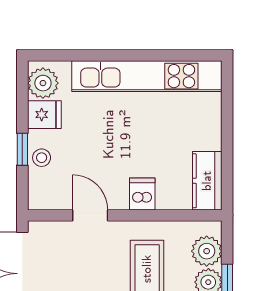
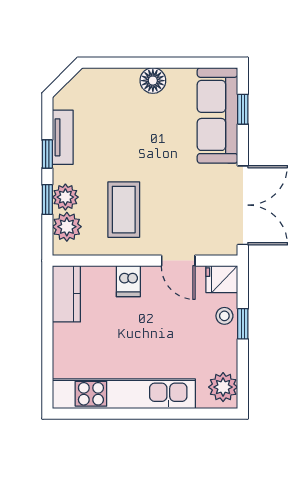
fridge: (44, 115) -> (222, 279), moved

